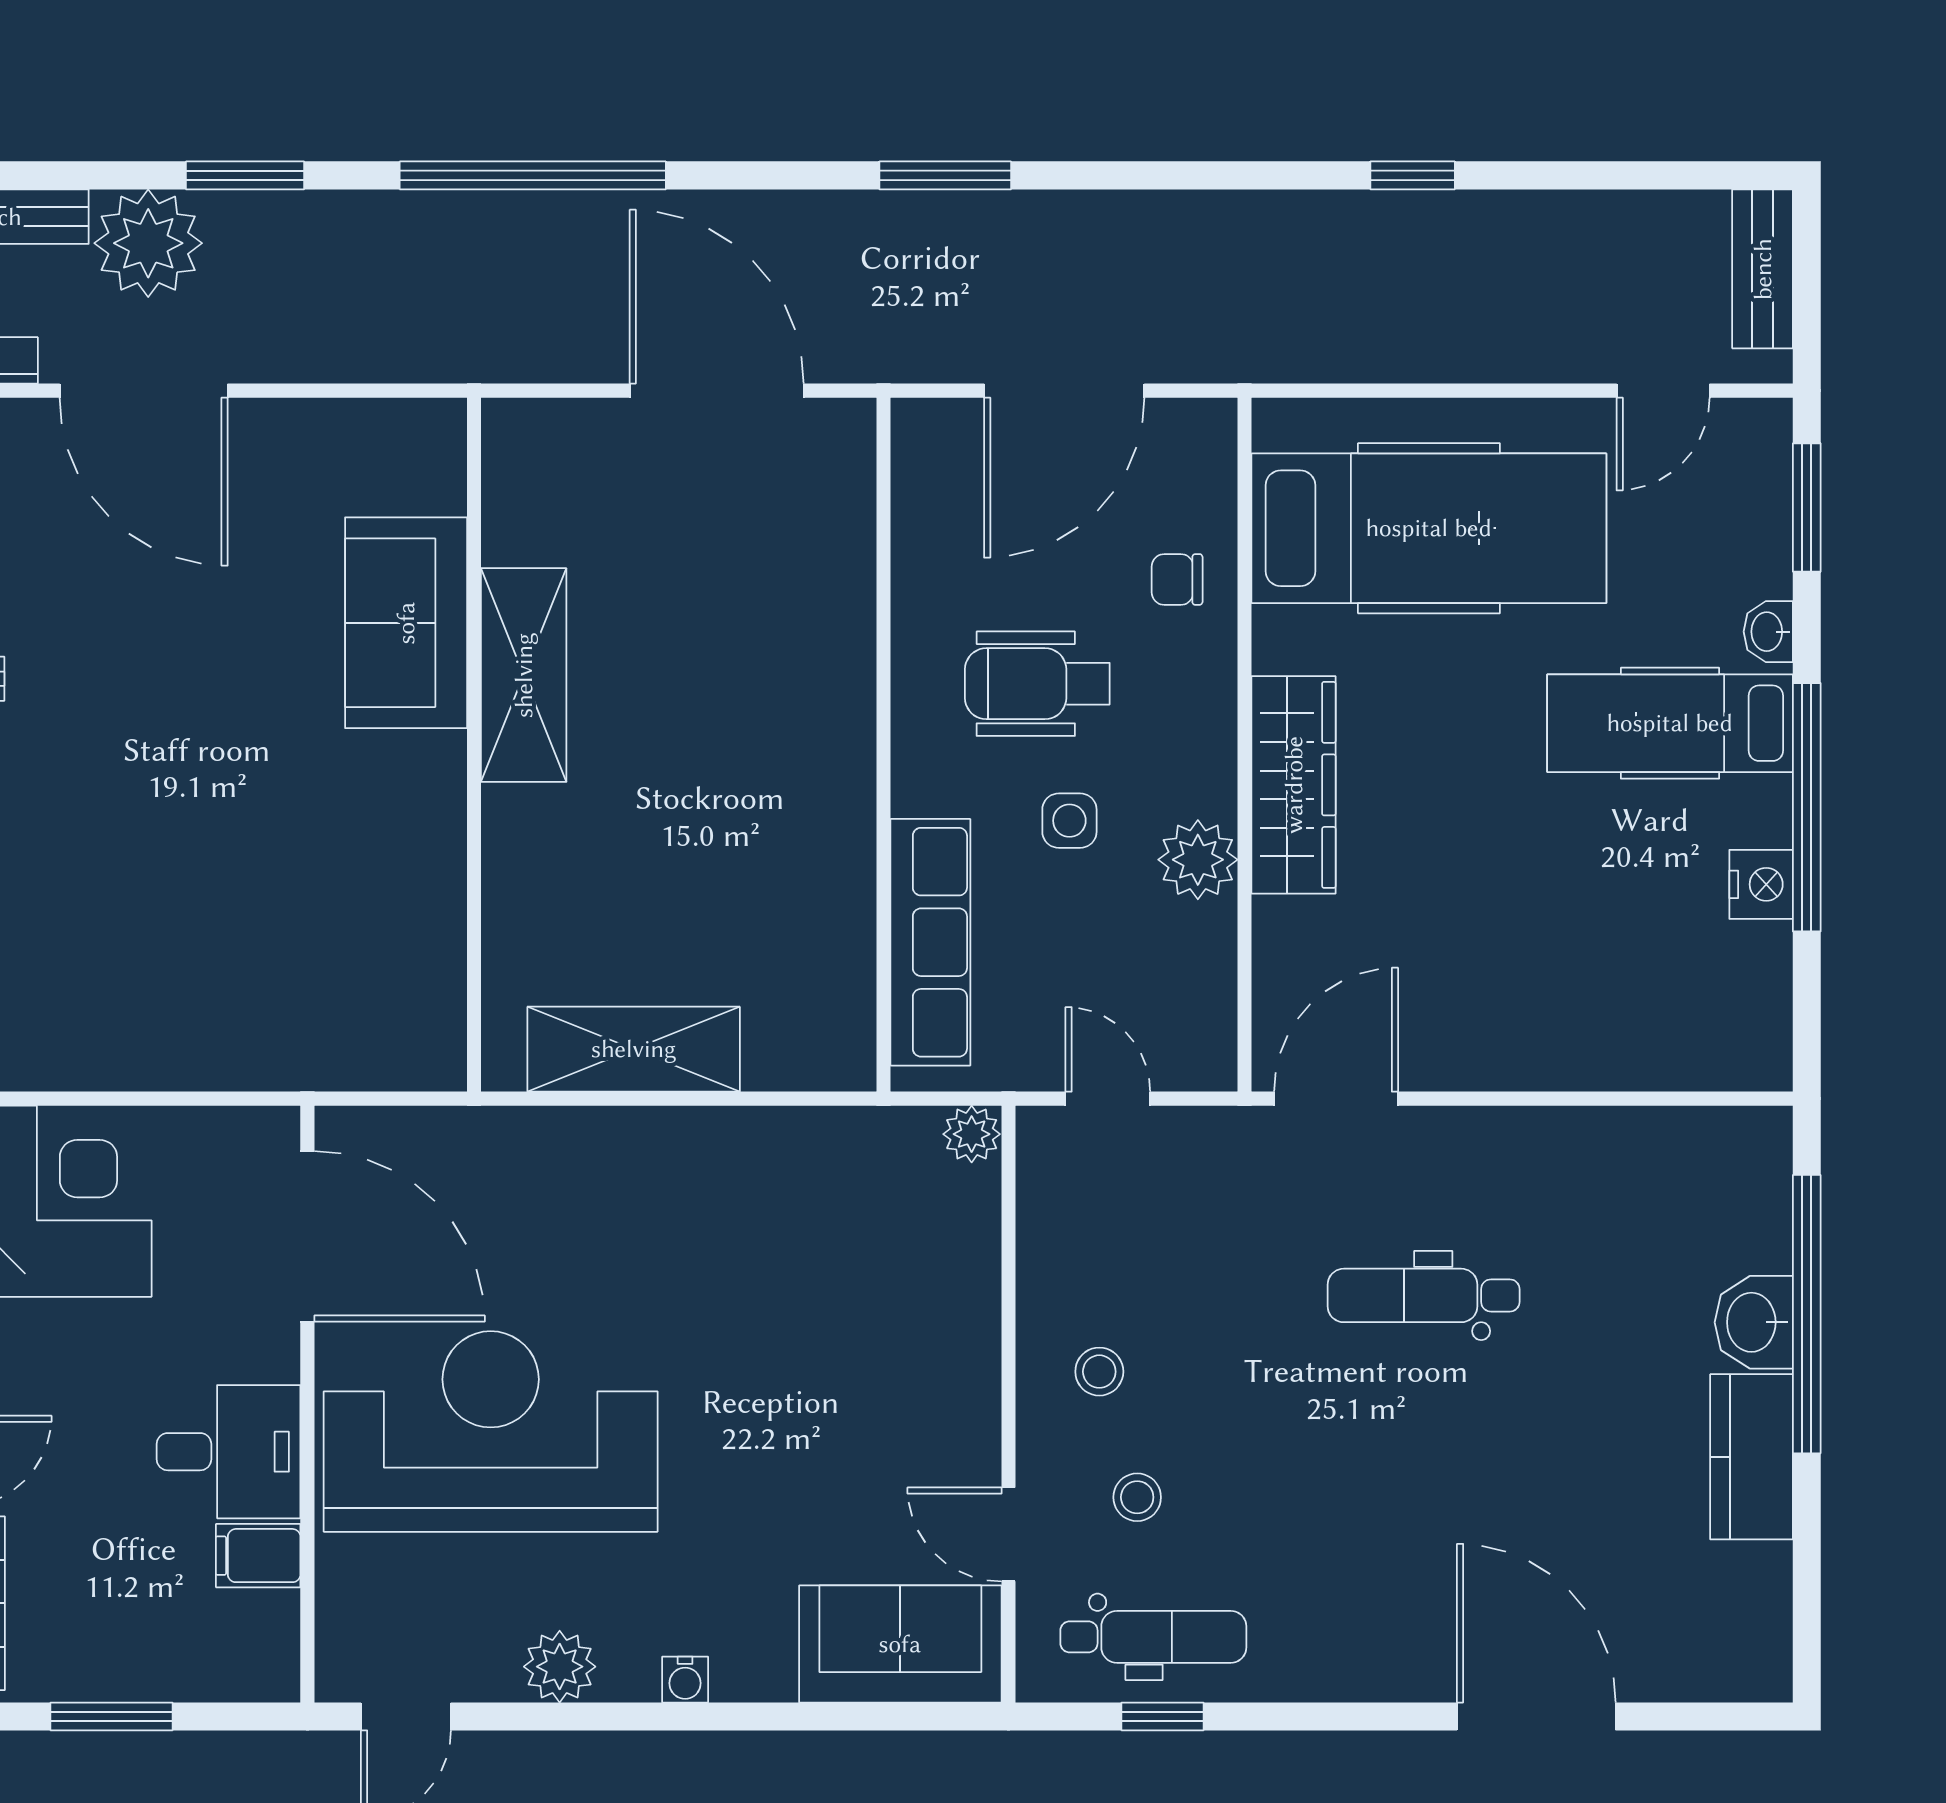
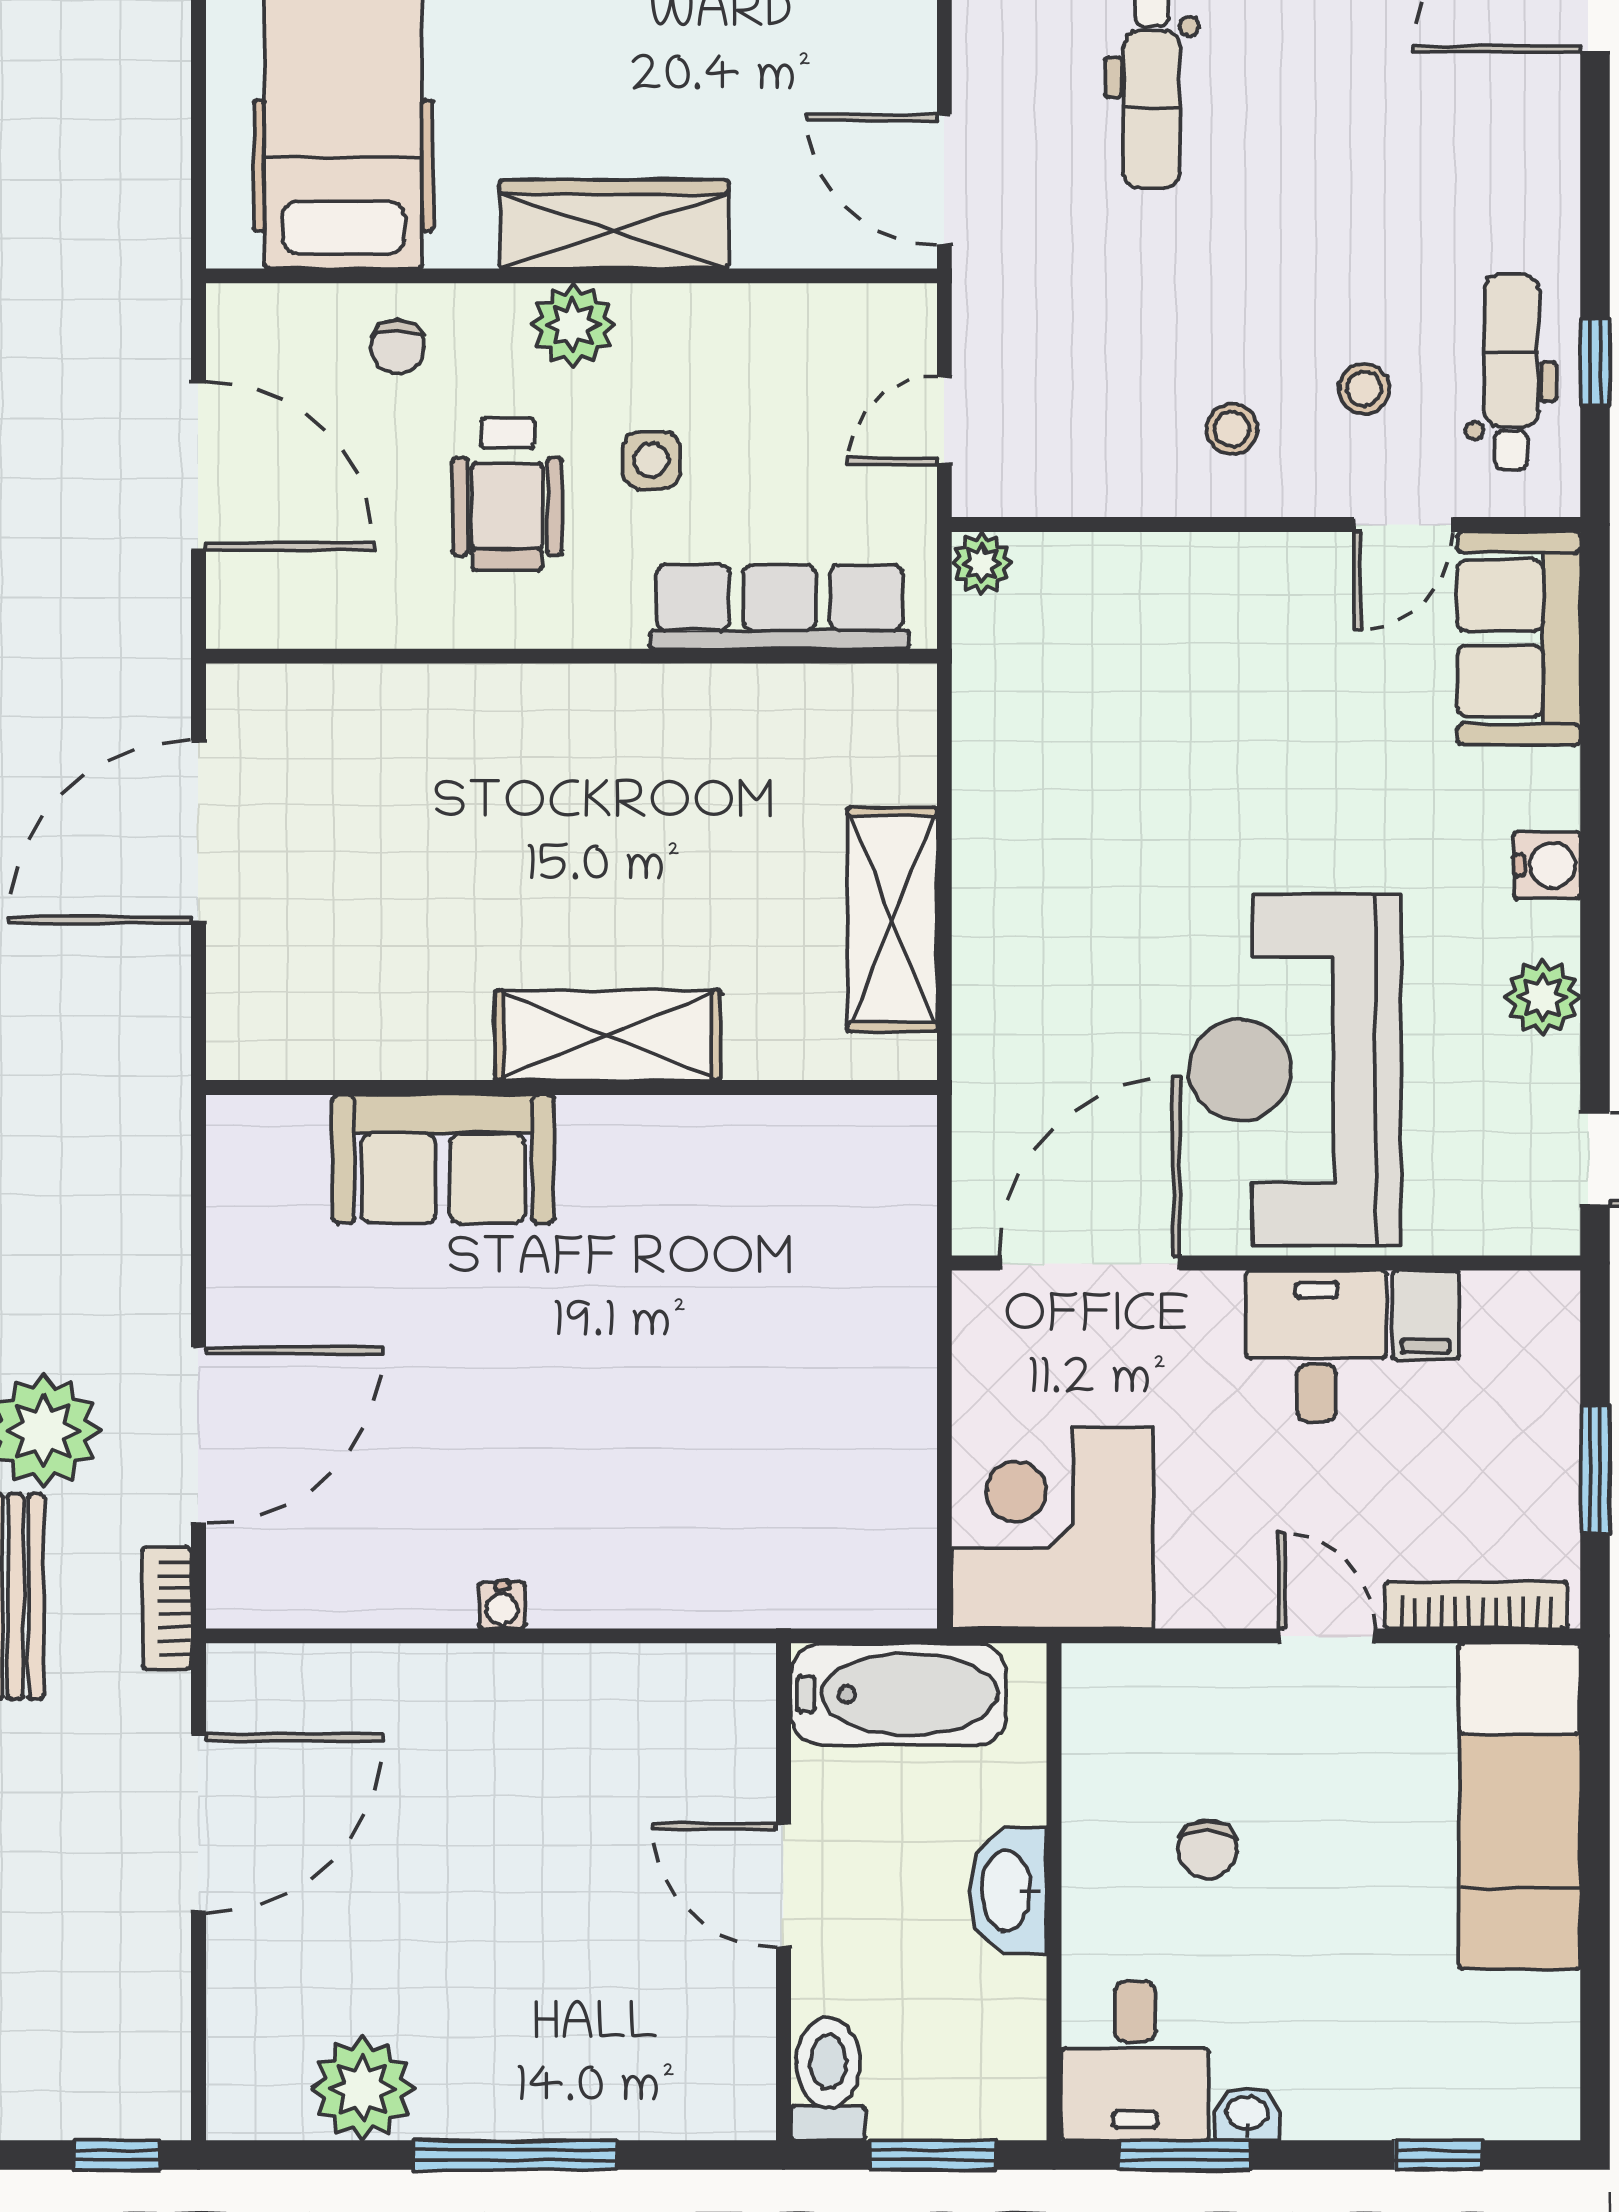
shelving: (524, 675) -> (608, 1035), moved
plant: (1198, 860) -> (573, 325), moved
water cooler: (685, 1680) -> (1547, 865), width x1.38, depth x1.38

